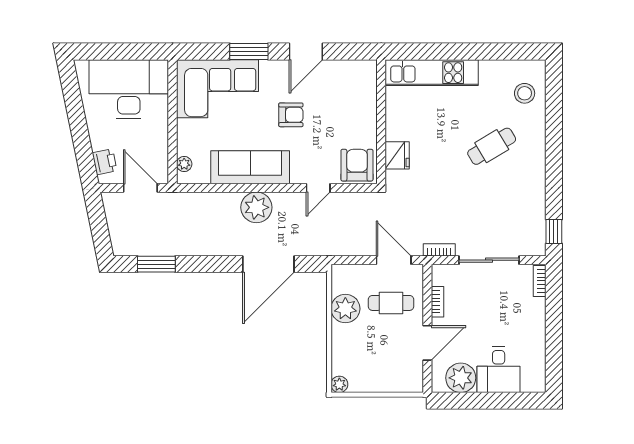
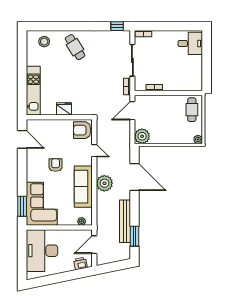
window: (249, 51) -> (22, 206), moved
door: (306, 51) -> (22, 139), moved
cafe table: (492, 146) -> (75, 47), moved
fridge: (397, 155) -> (64, 109), moved
bench: (185, 246) -> (125, 221), added
cafe table: (391, 303) -> (192, 110), moved
plant: (345, 309) -> (142, 136), moved
door: (427, 343) -> (176, 93), removed
desk: (499, 370) -> (190, 43), moved
plant: (461, 378) -> (195, 75), removed

